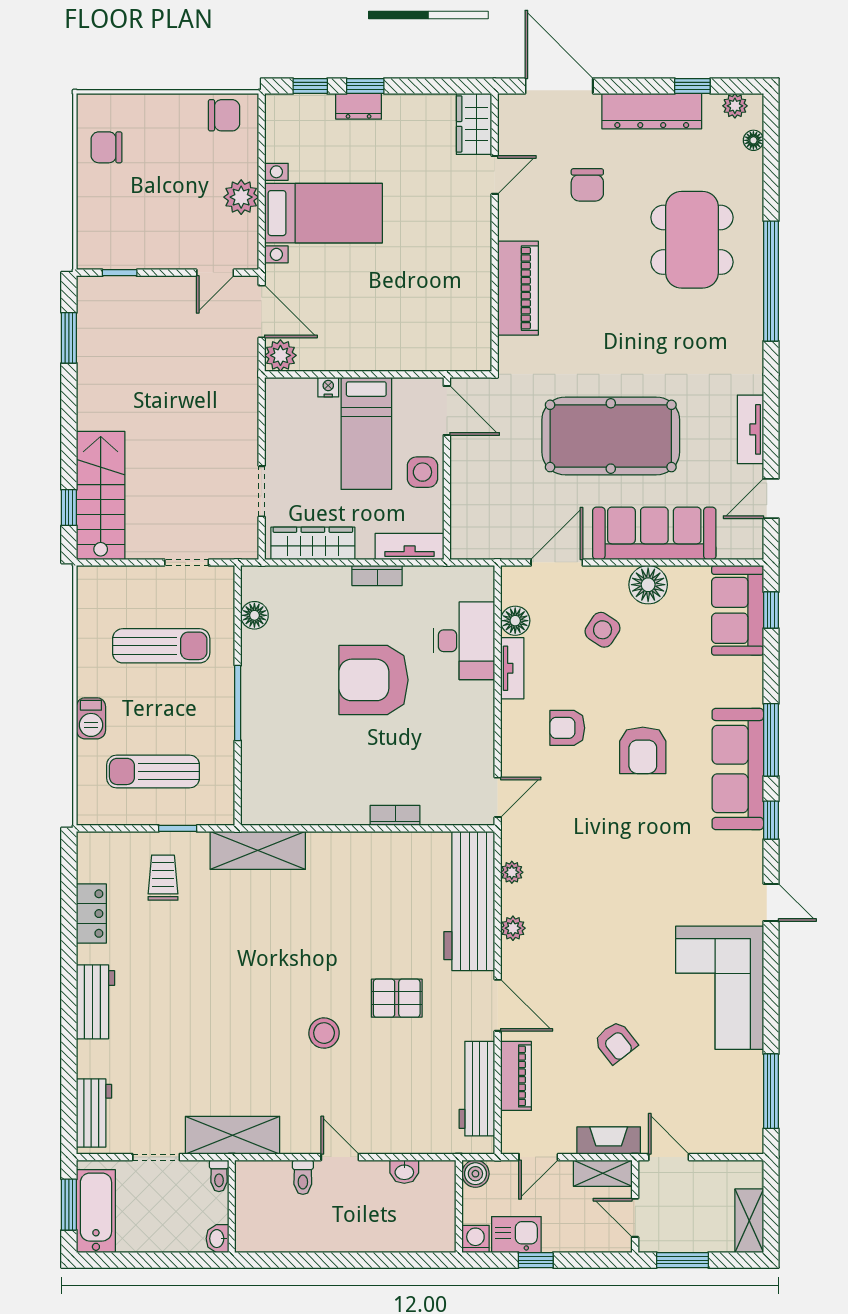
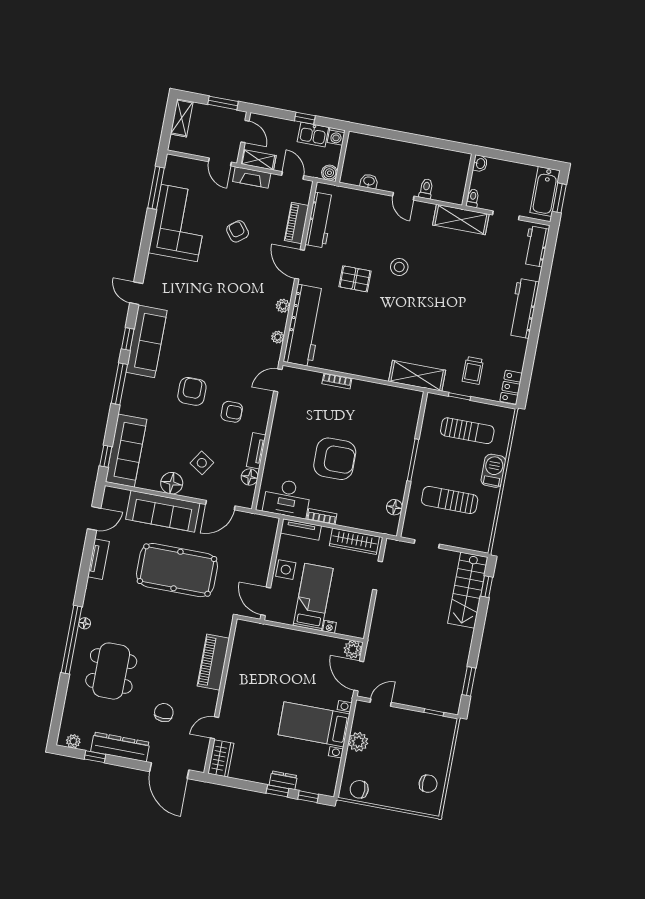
floor lamp: (753, 140) -> (85, 623), moved
sofa: (738, 610) -> (126, 451), width x1.36
desk: (464, 641) -> (287, 498), moved, turned -90
barbecue: (91, 718) -> (493, 471), width x1.38, depth x1.27
sofa: (738, 769) -> (146, 341), moved
locker: (91, 914) -> (511, 387), moved
corner sofa: (720, 988) -> (179, 223), moved
workbench: (96, 1002) -> (523, 308), width x1.38
door: (538, 1157) -> (293, 175), hinge flipped

